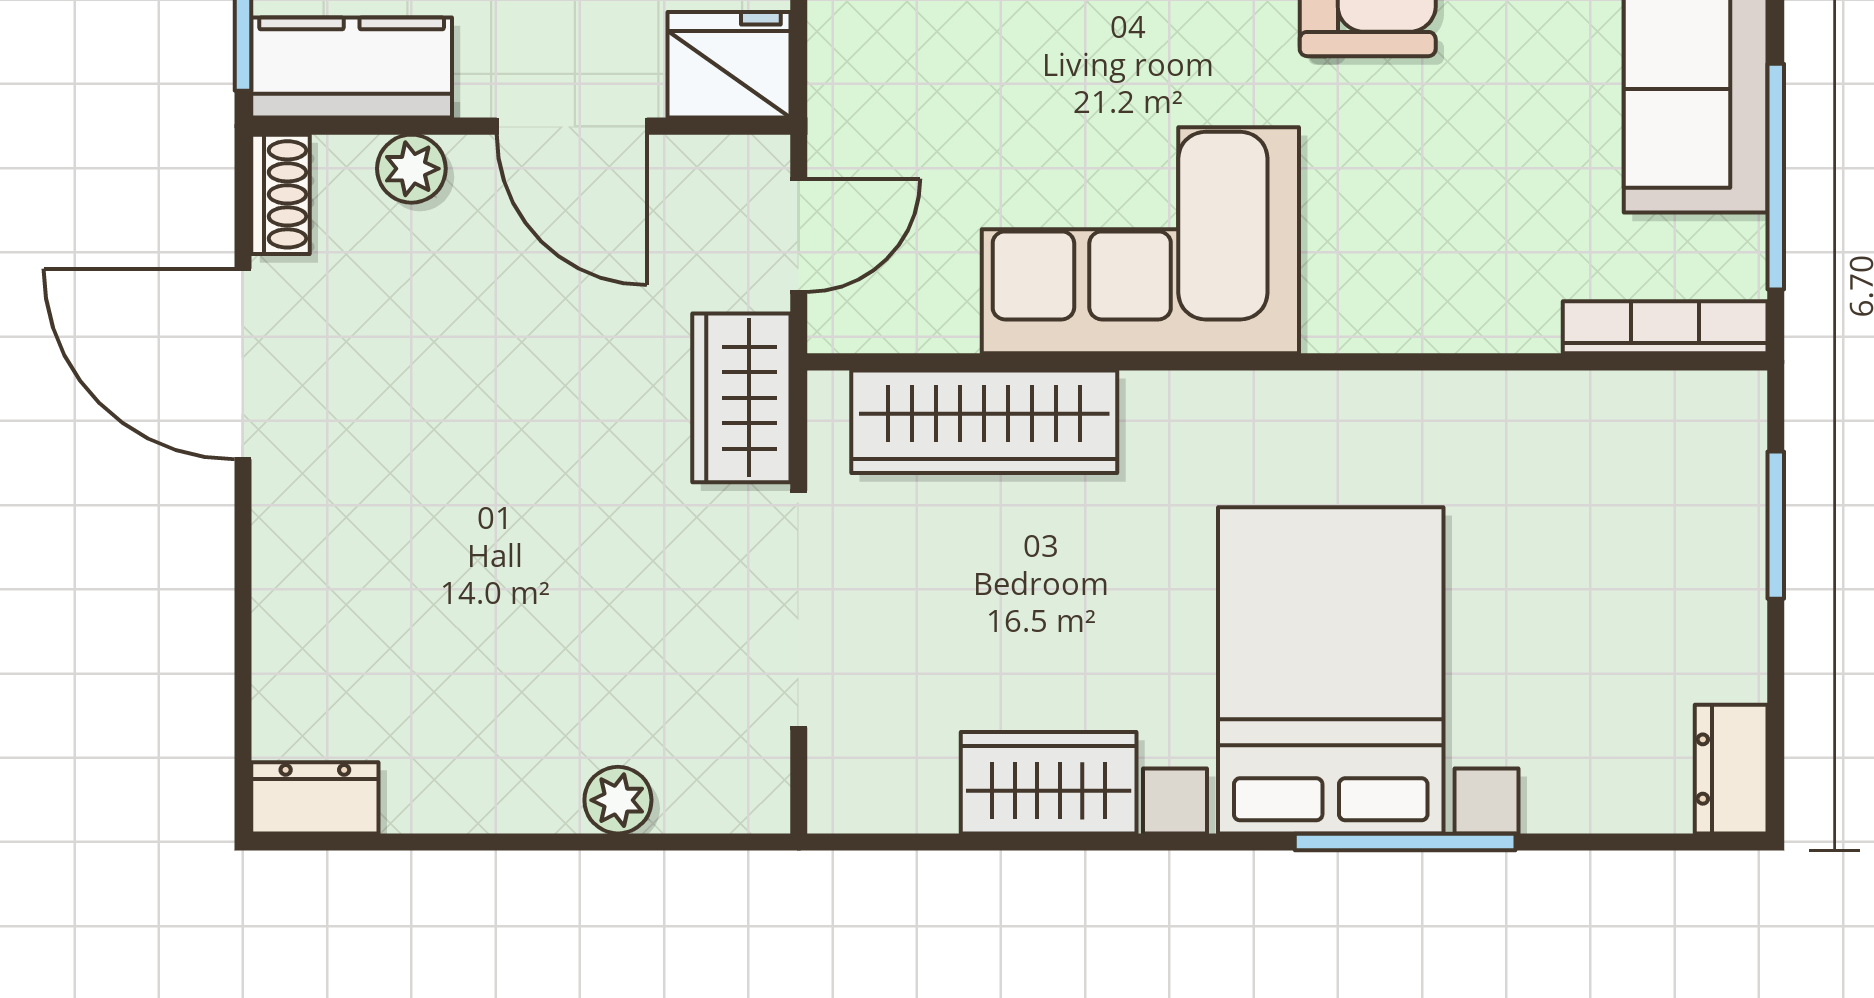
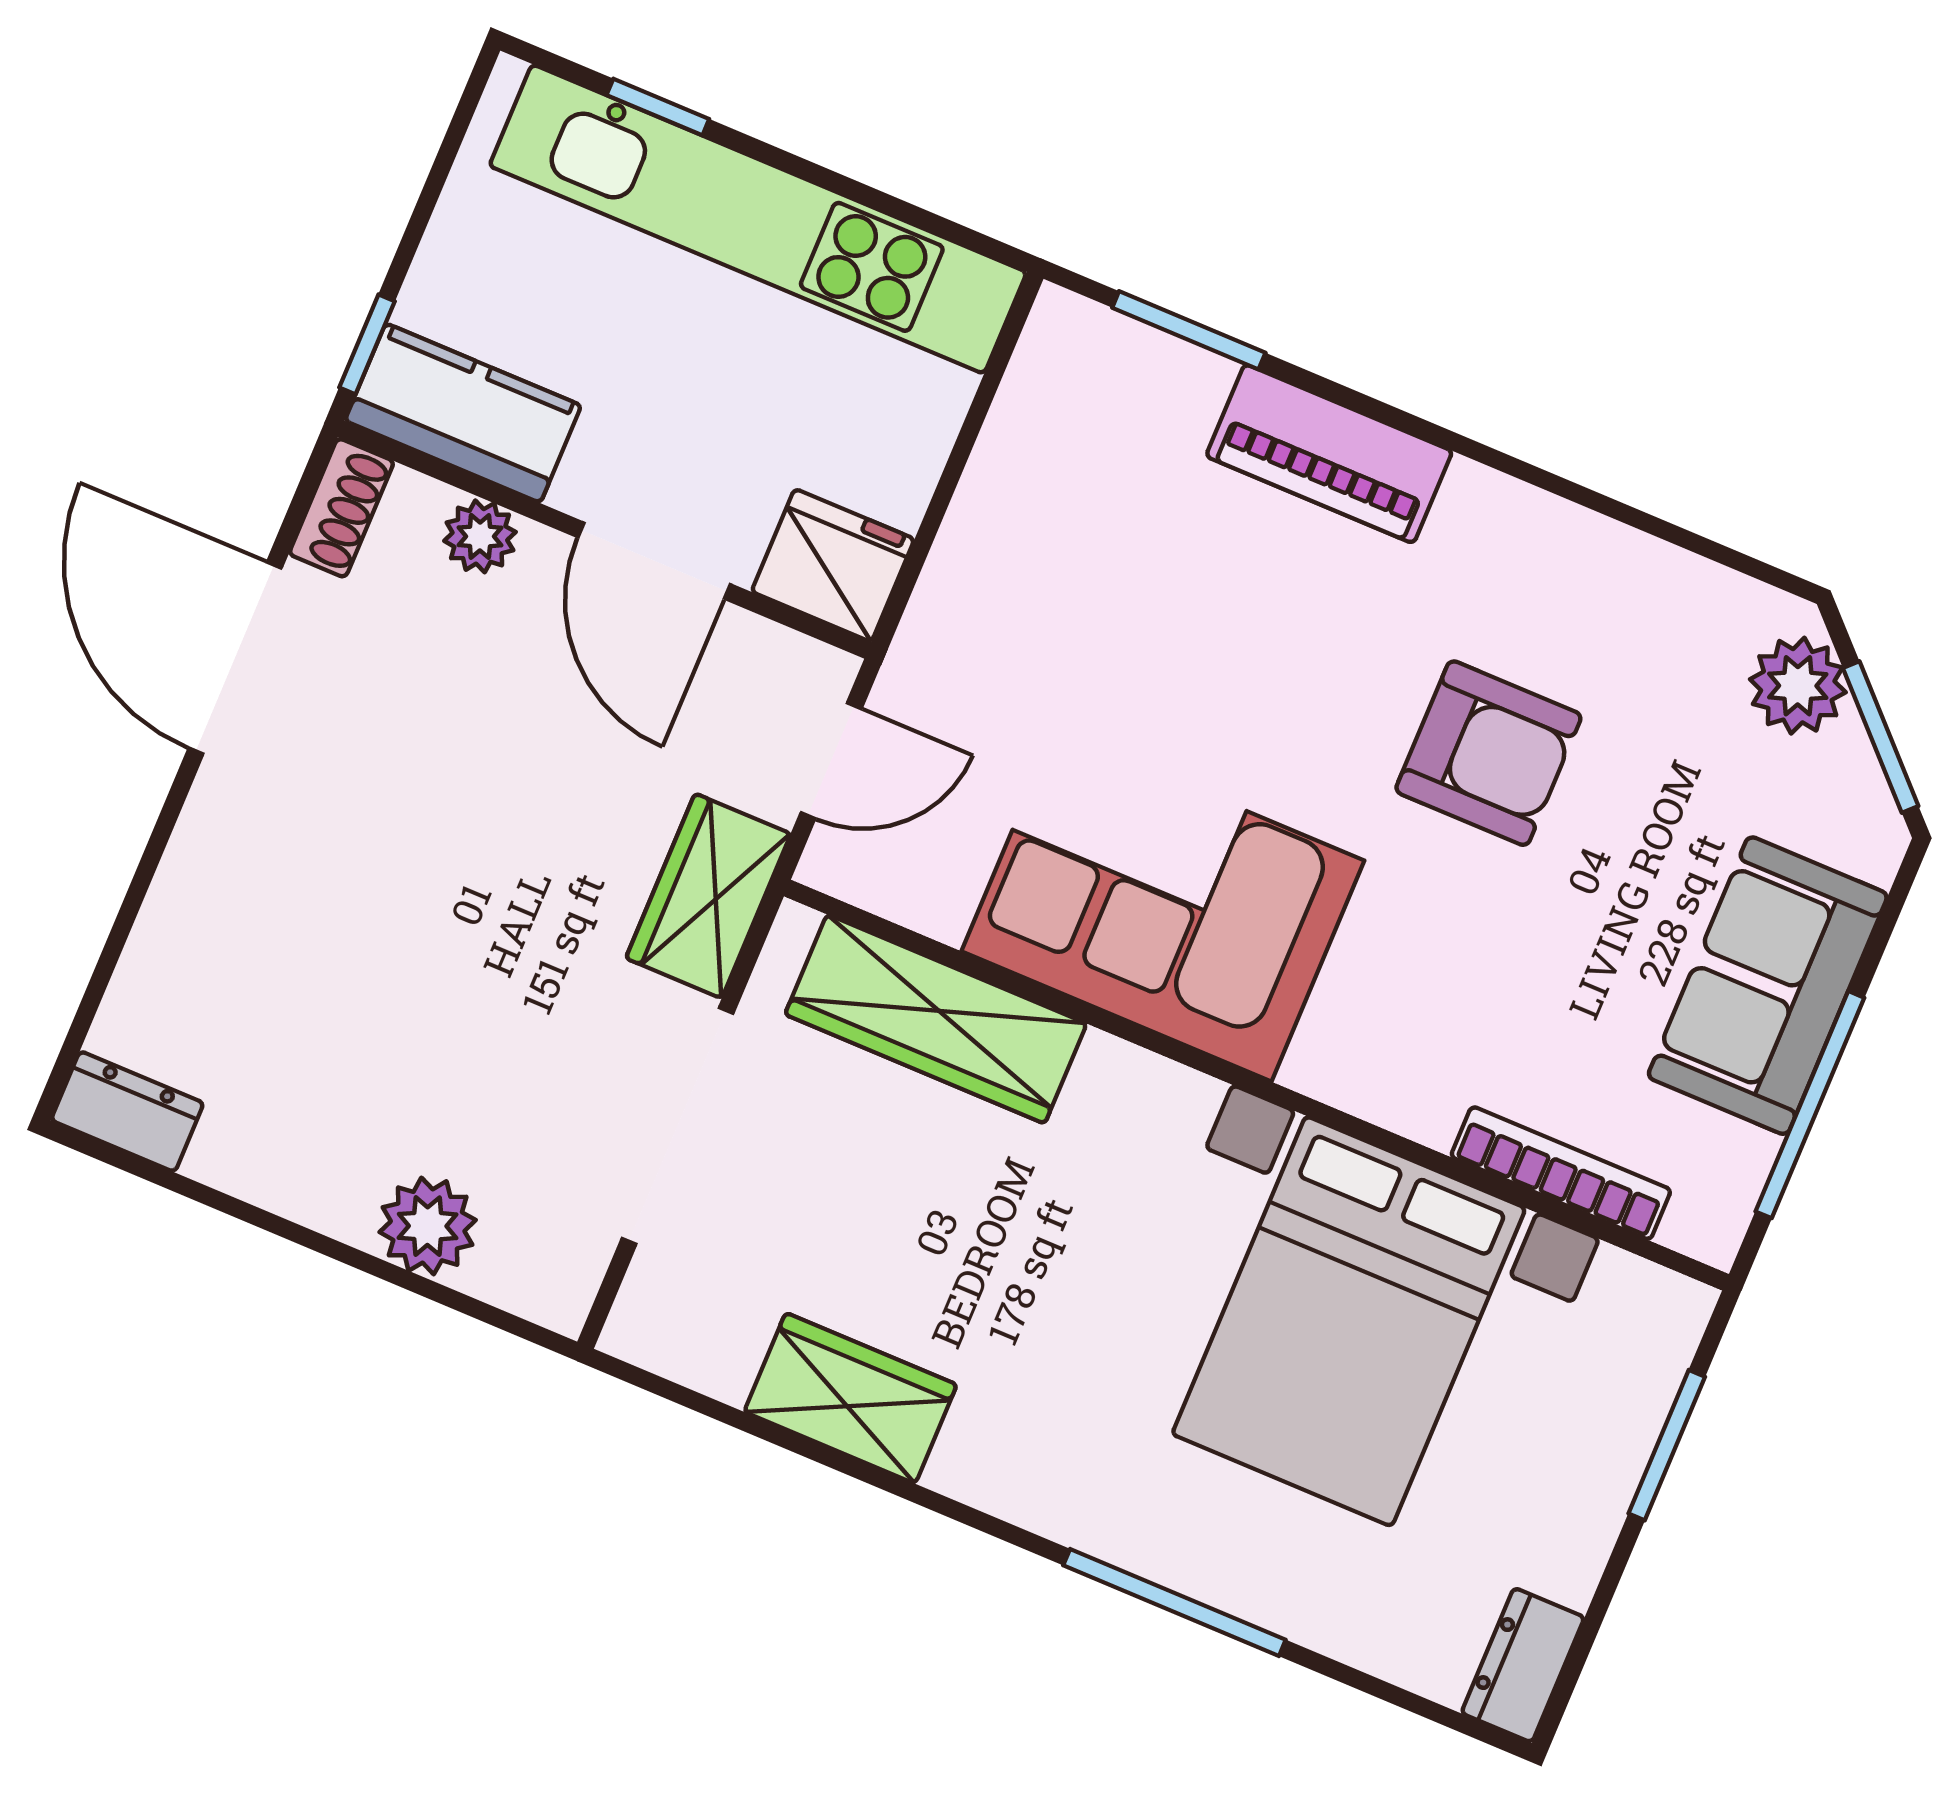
bookcase: (1665, 327) -> (1561, 1173), moved
bed with nightstands: (1331, 670) -> (1349, 1321), moved, turned 180
plant: (618, 800) -> (428, 1226), width x1.38, depth x1.38

